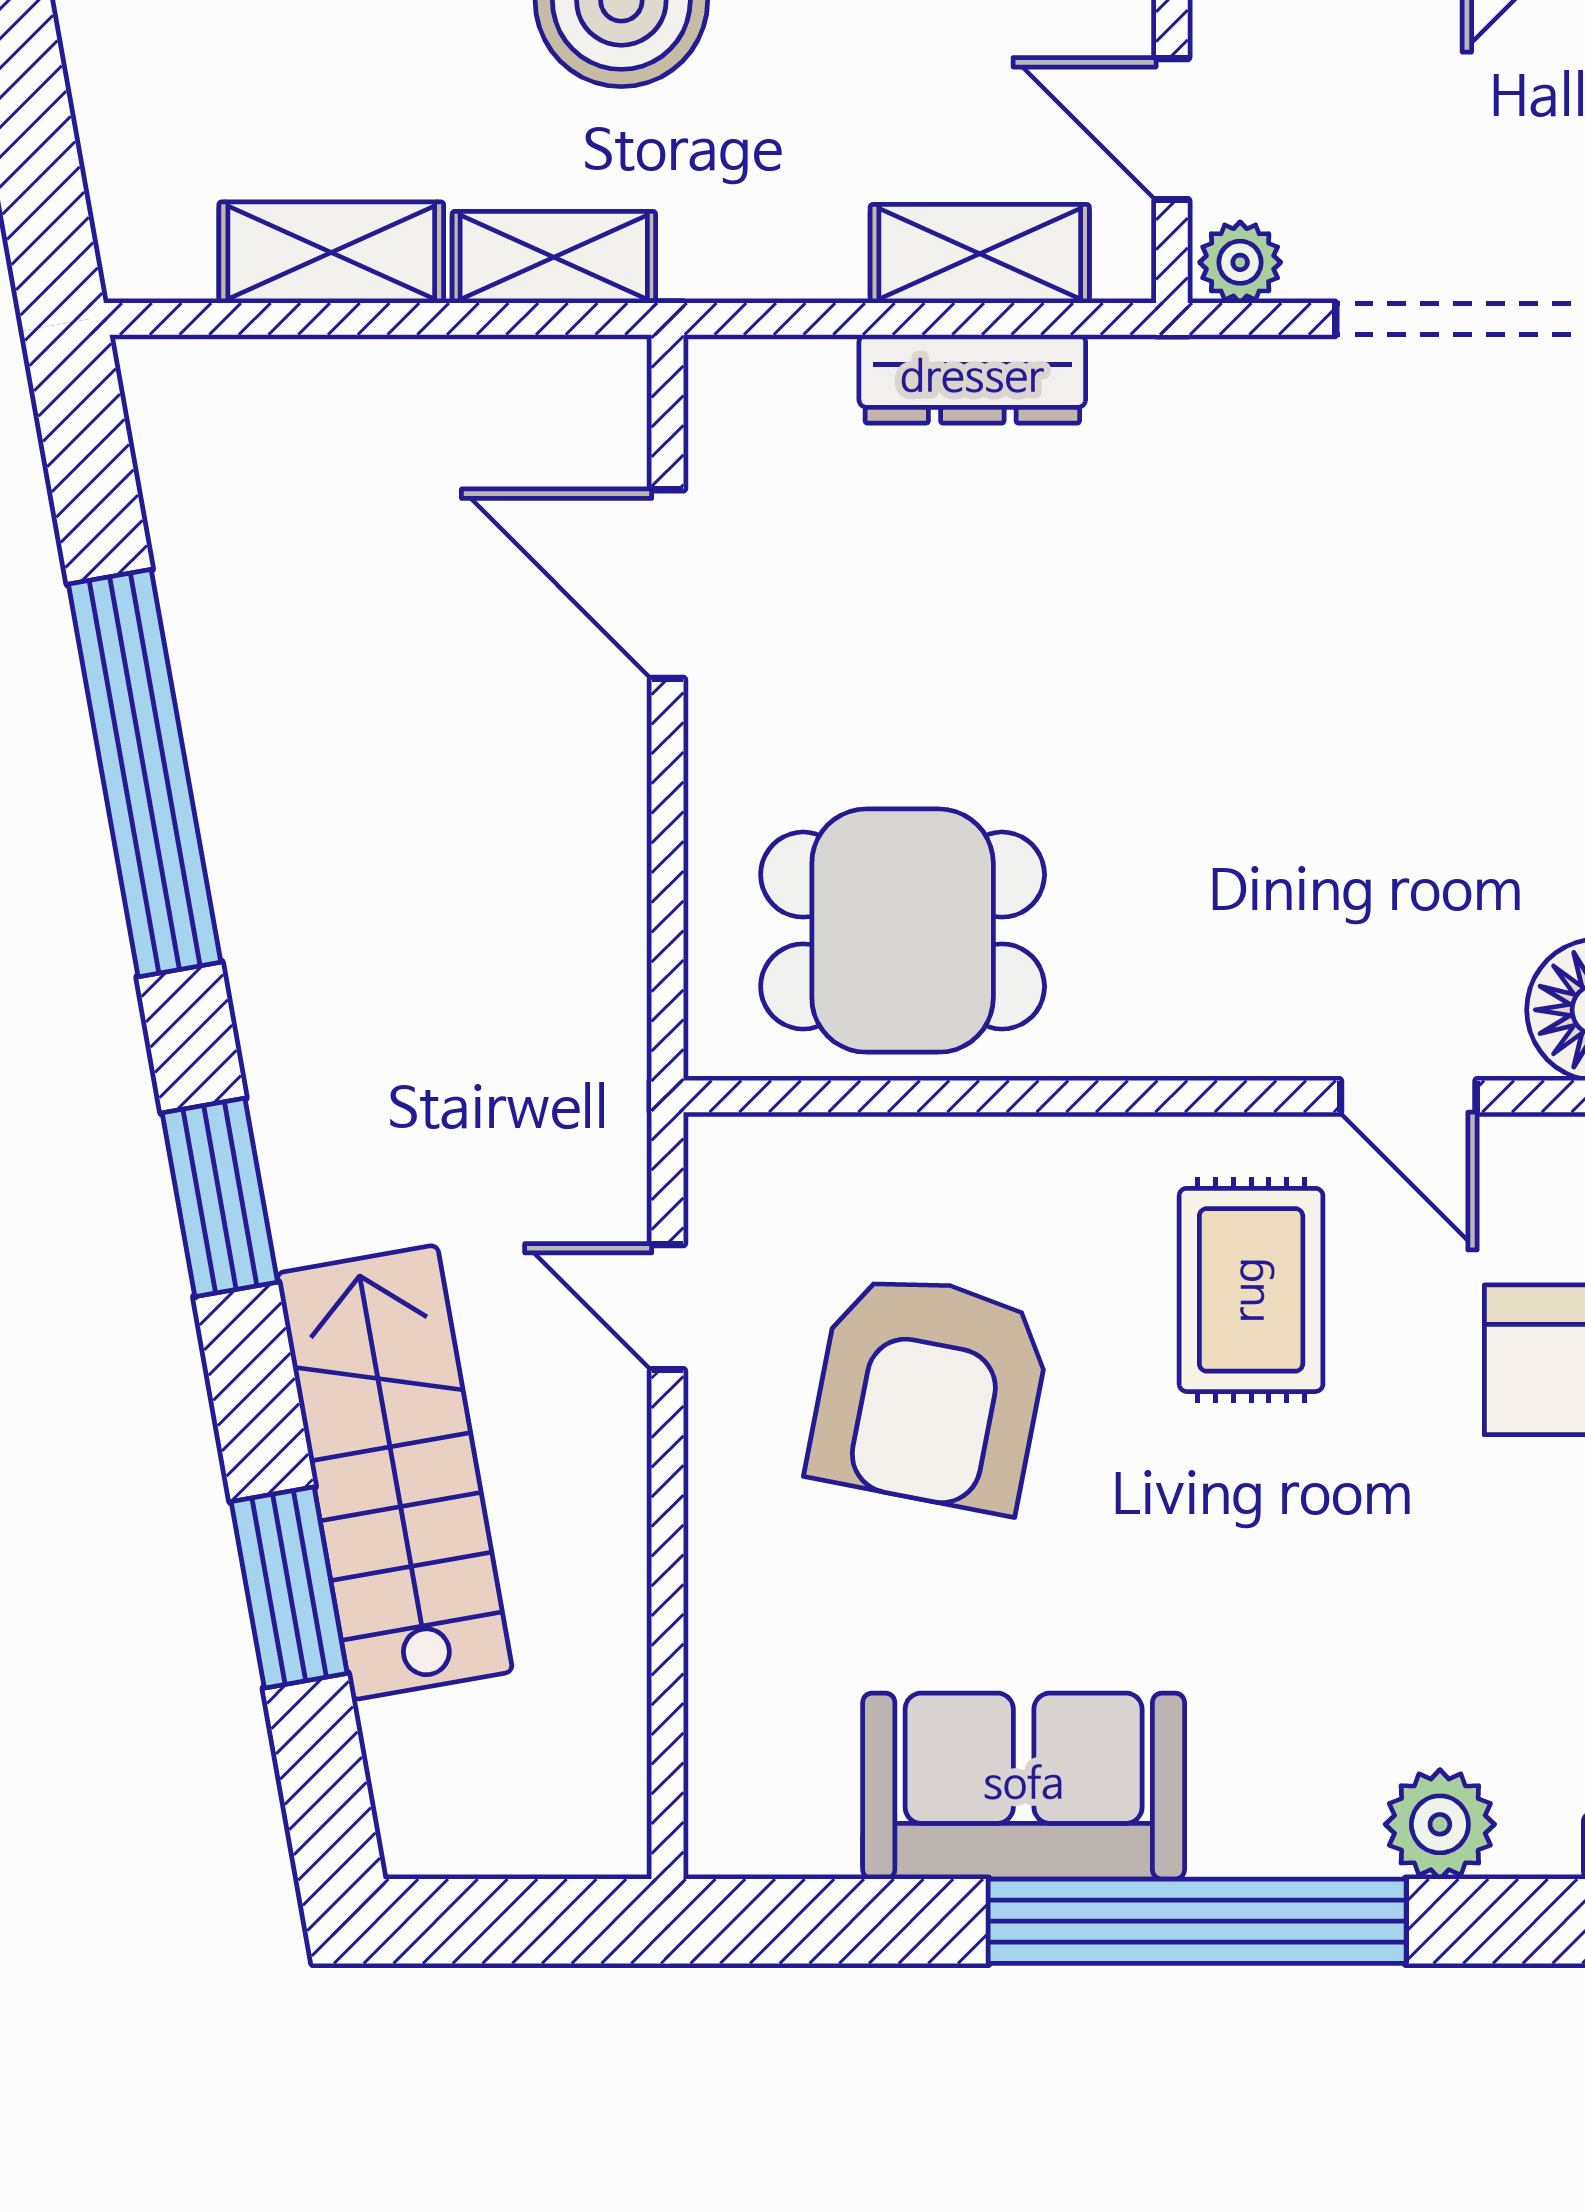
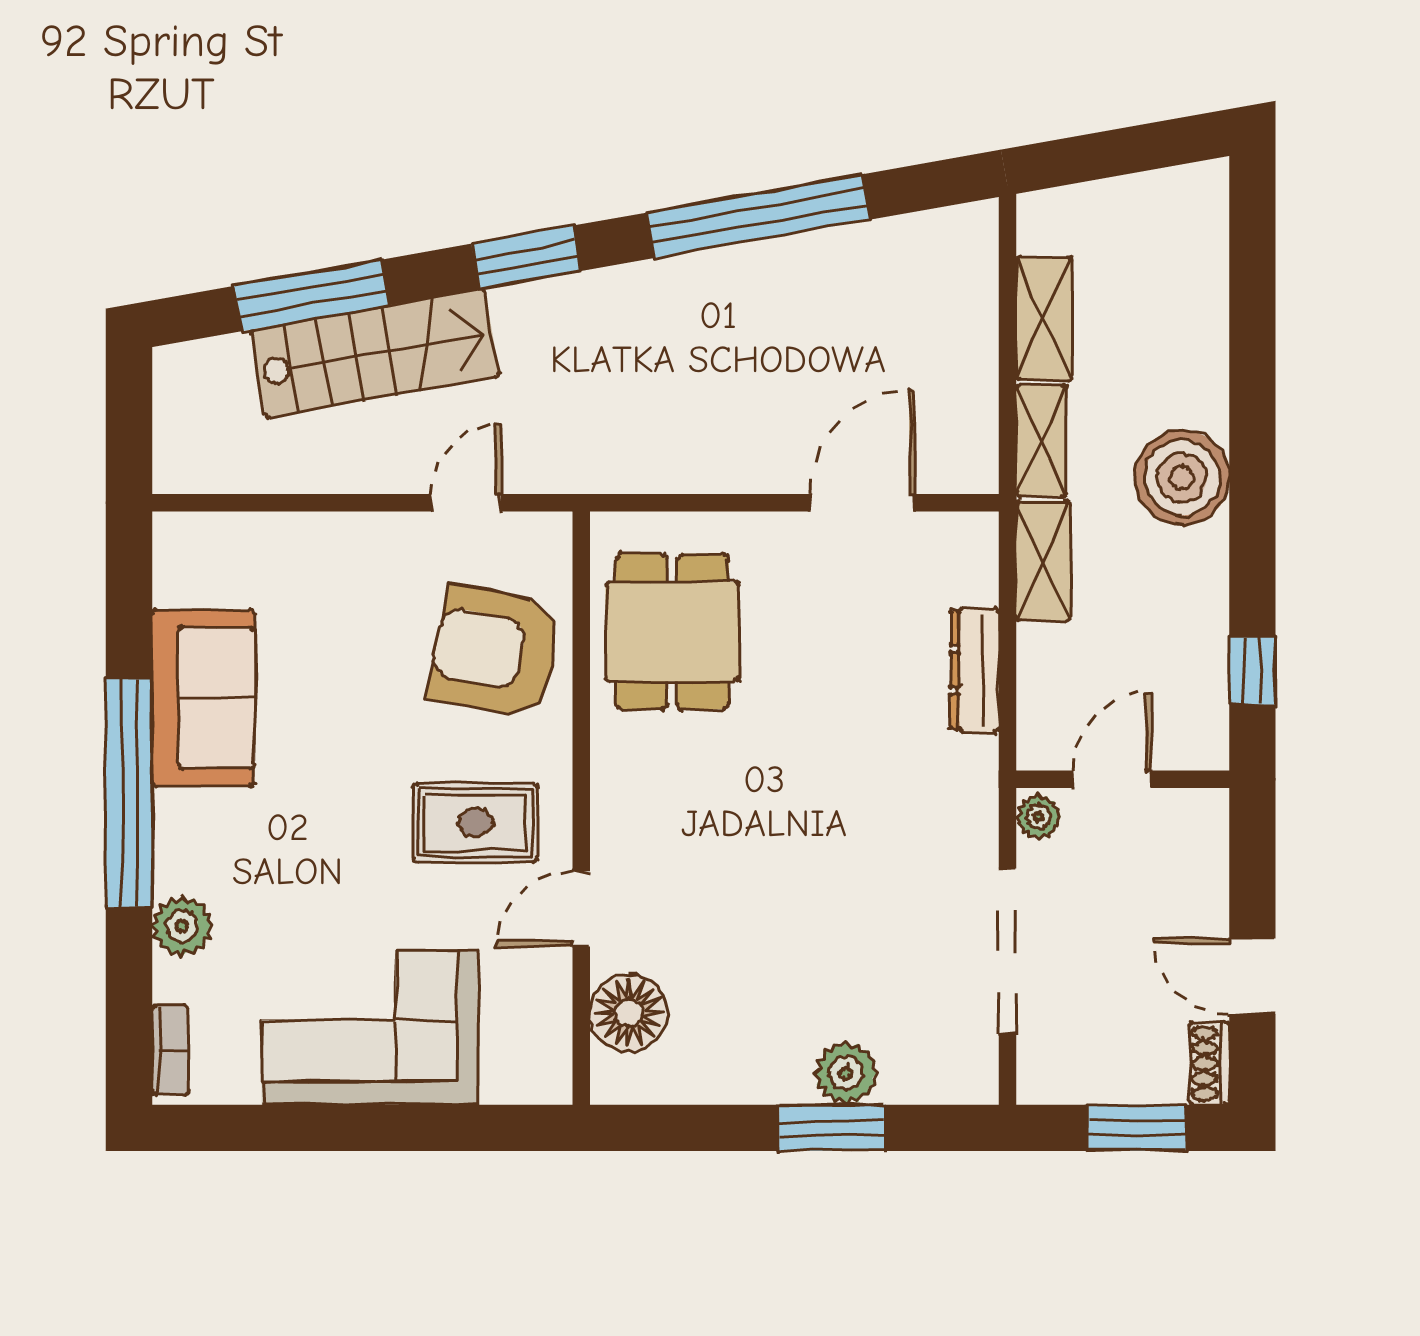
shelving: (980, 254) -> (1043, 561), moved
armchair: (930, 1391) -> (495, 652), moved
window: (289, 1588) -> (312, 295), width x1.44

